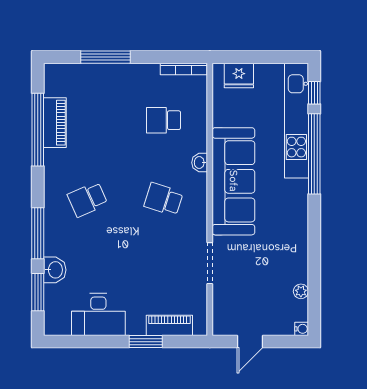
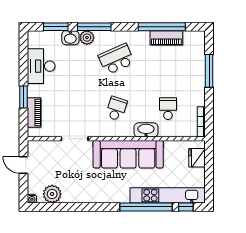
washbasin: (200, 163) -> (146, 130), width x1.91, depth x1.45
school desk: (88, 199) -> (116, 59), width x1.85
plant: (55, 244) -> (87, 38), added
plant: (301, 291) -> (52, 194), width x1.87, depth x1.87

